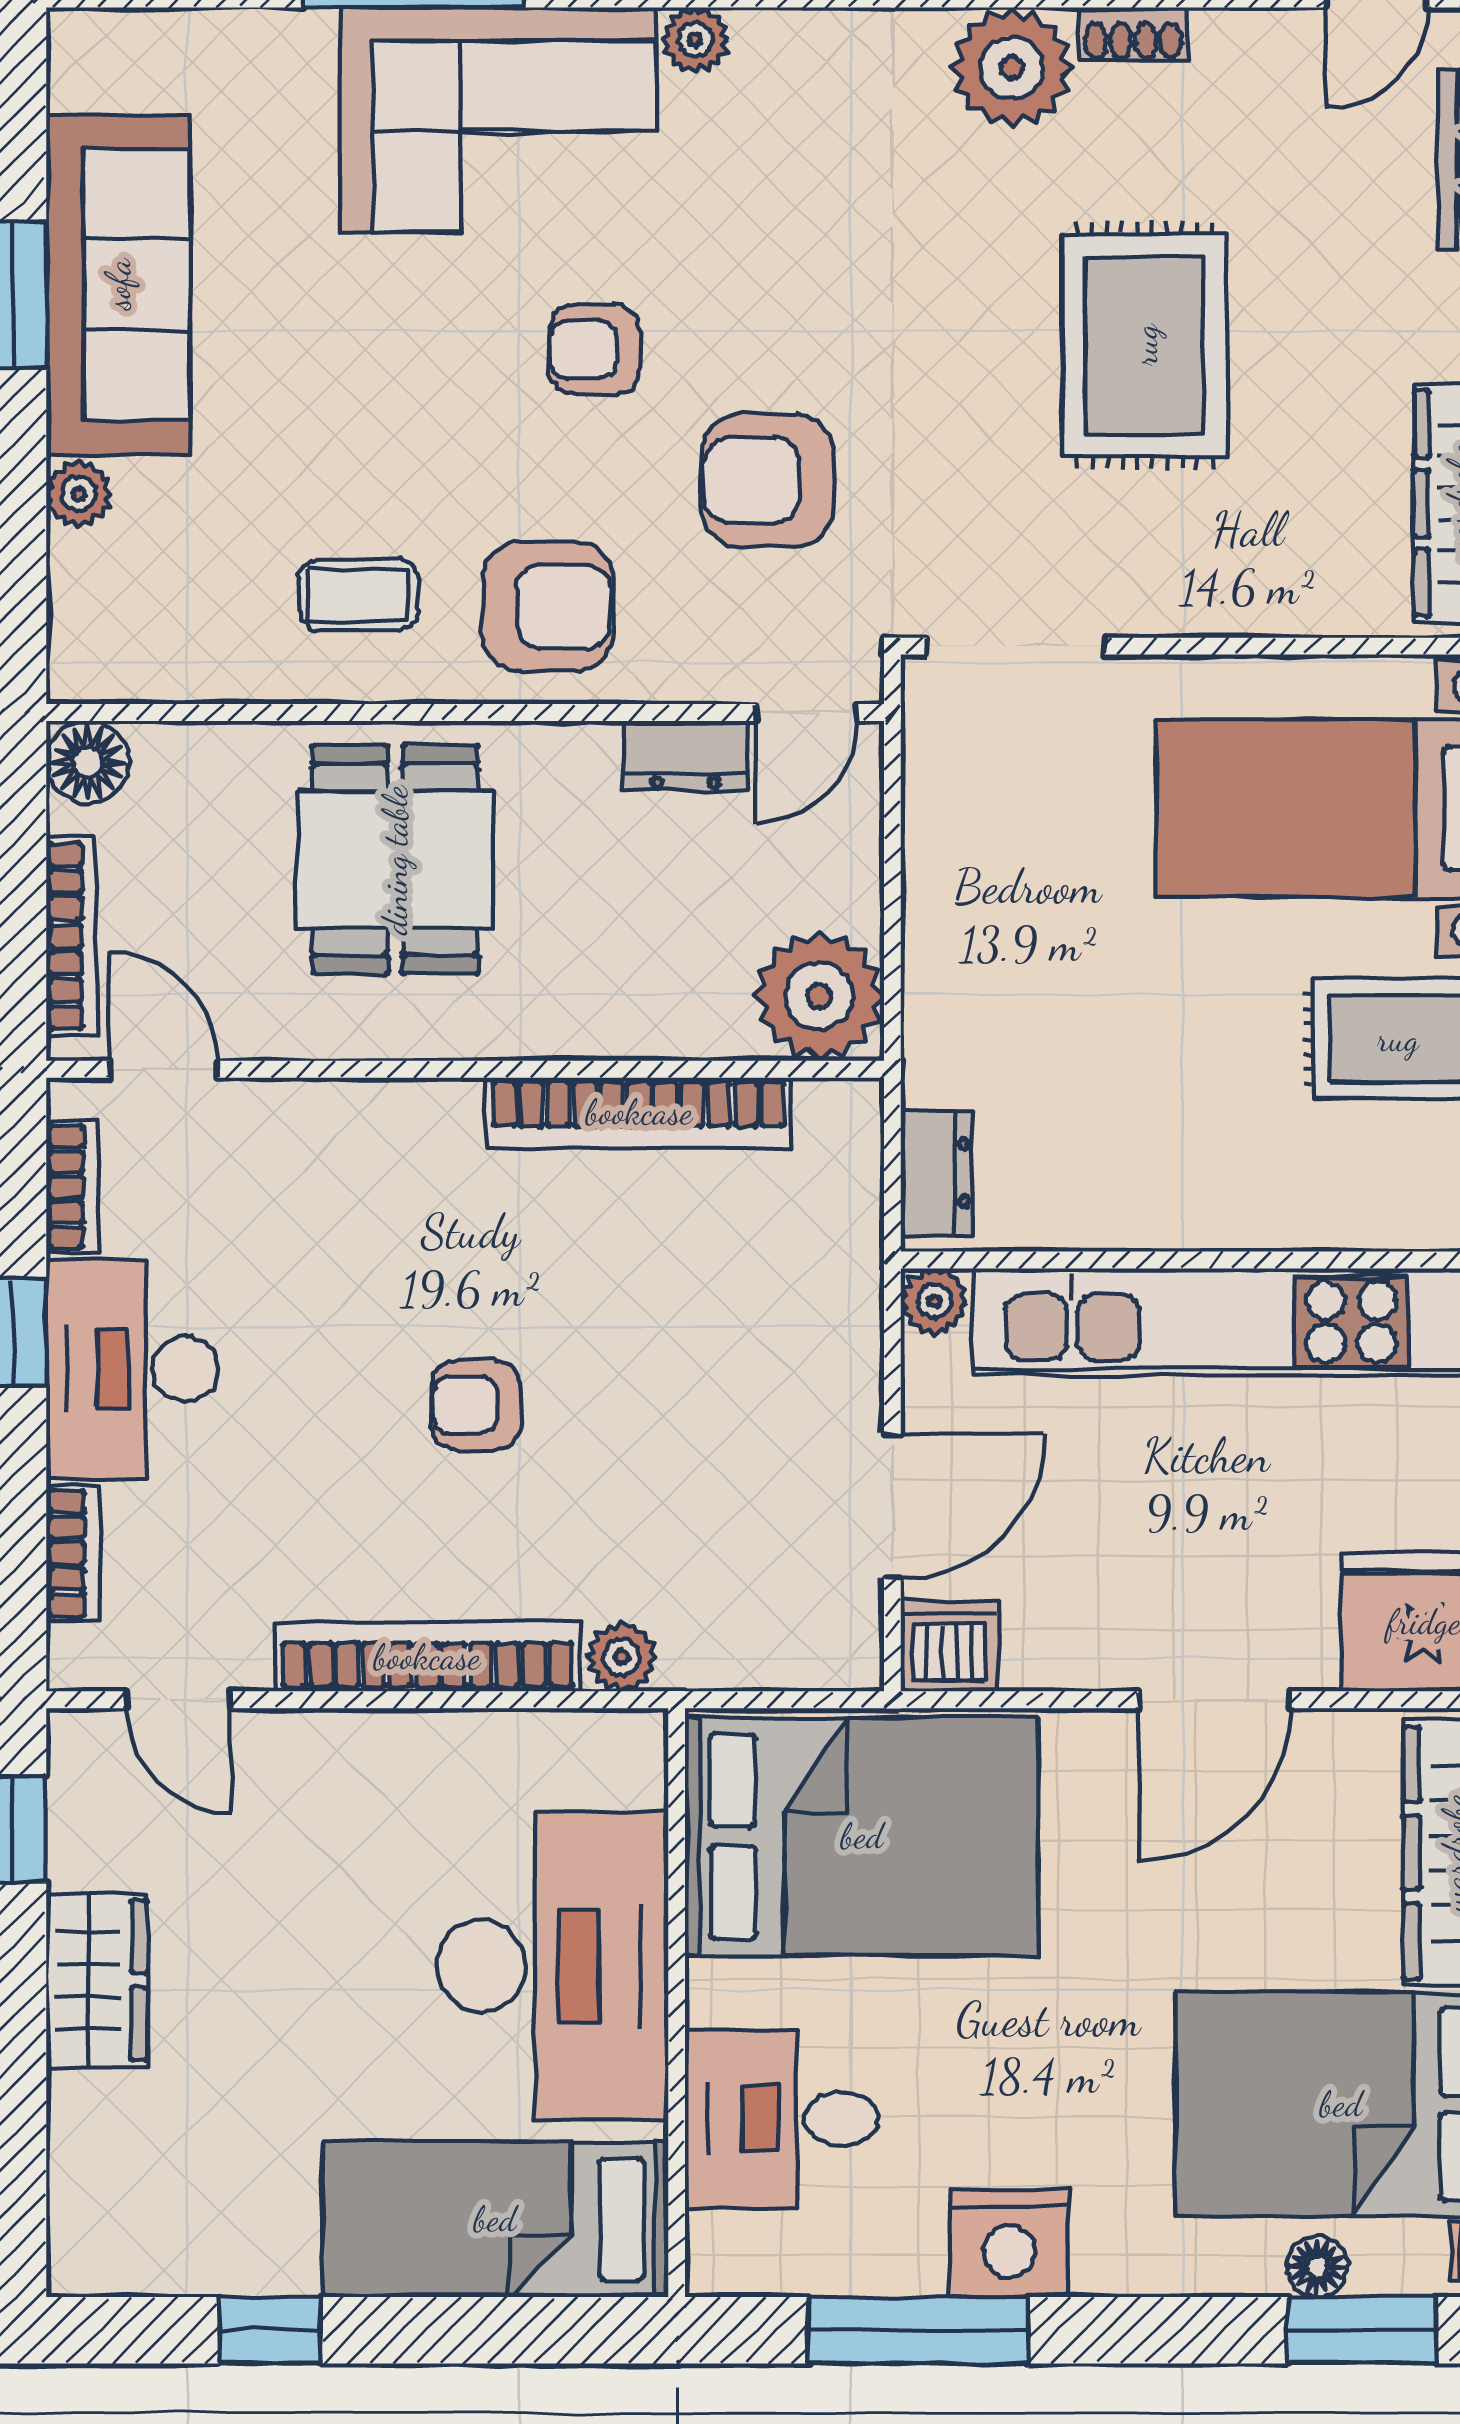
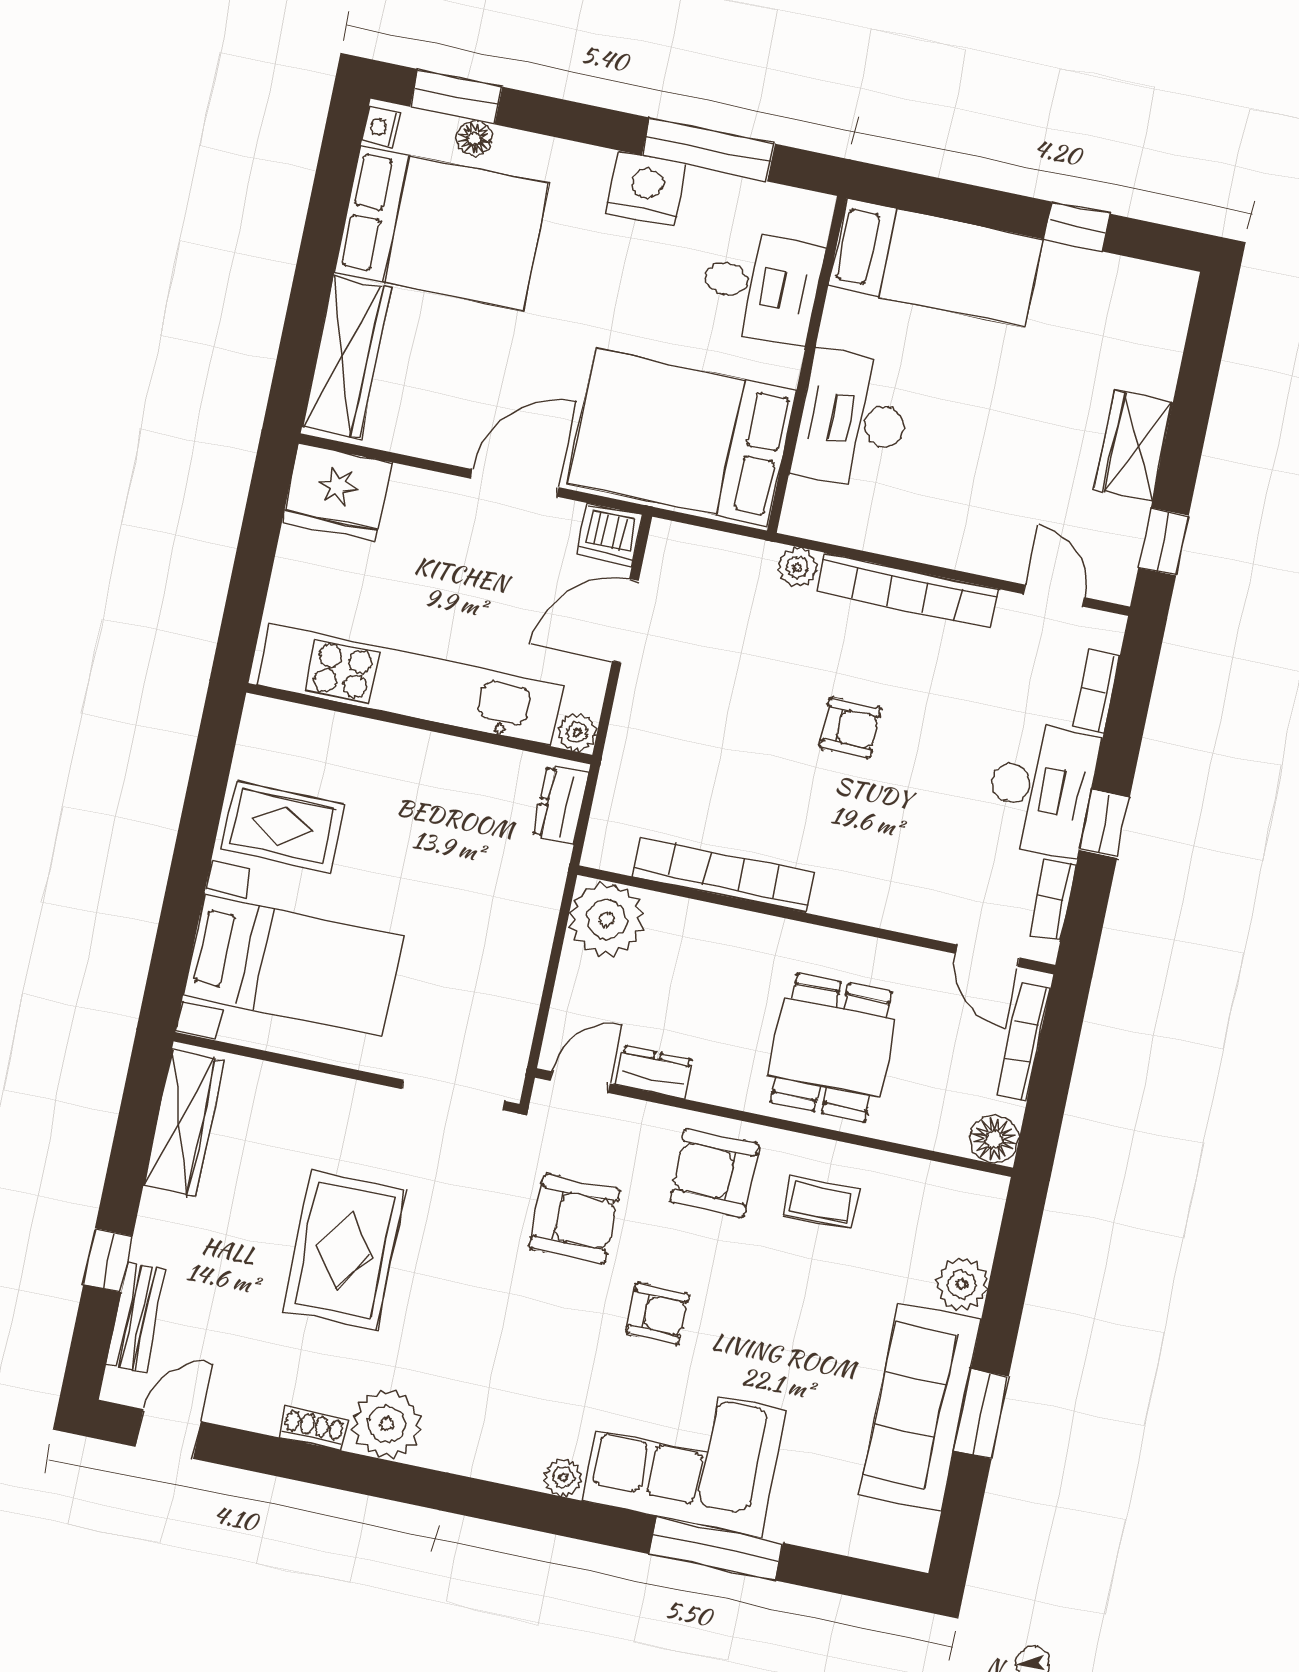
plant: (79, 494) -> (962, 1284), width x1.38, depth x1.38
door: (1215, 1700) -> (514, 483), moved
desk: (553, 1966) -> (853, 420), width x0.73, depth x0.77

